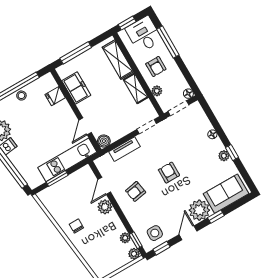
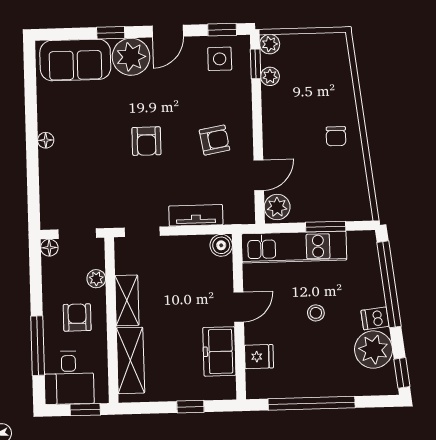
window: (76, 53) -> (190, 407), width x0.46
stool: (21, 96) -> (316, 313), moved
door: (85, 126) -> (239, 307), moved
floor lamp: (212, 134) -> (46, 140), moved
window: (232, 153) -> (31, 119), removed
plant: (224, 156) -> (47, 121), removed
plant: (105, 207) -> (277, 207), moved

